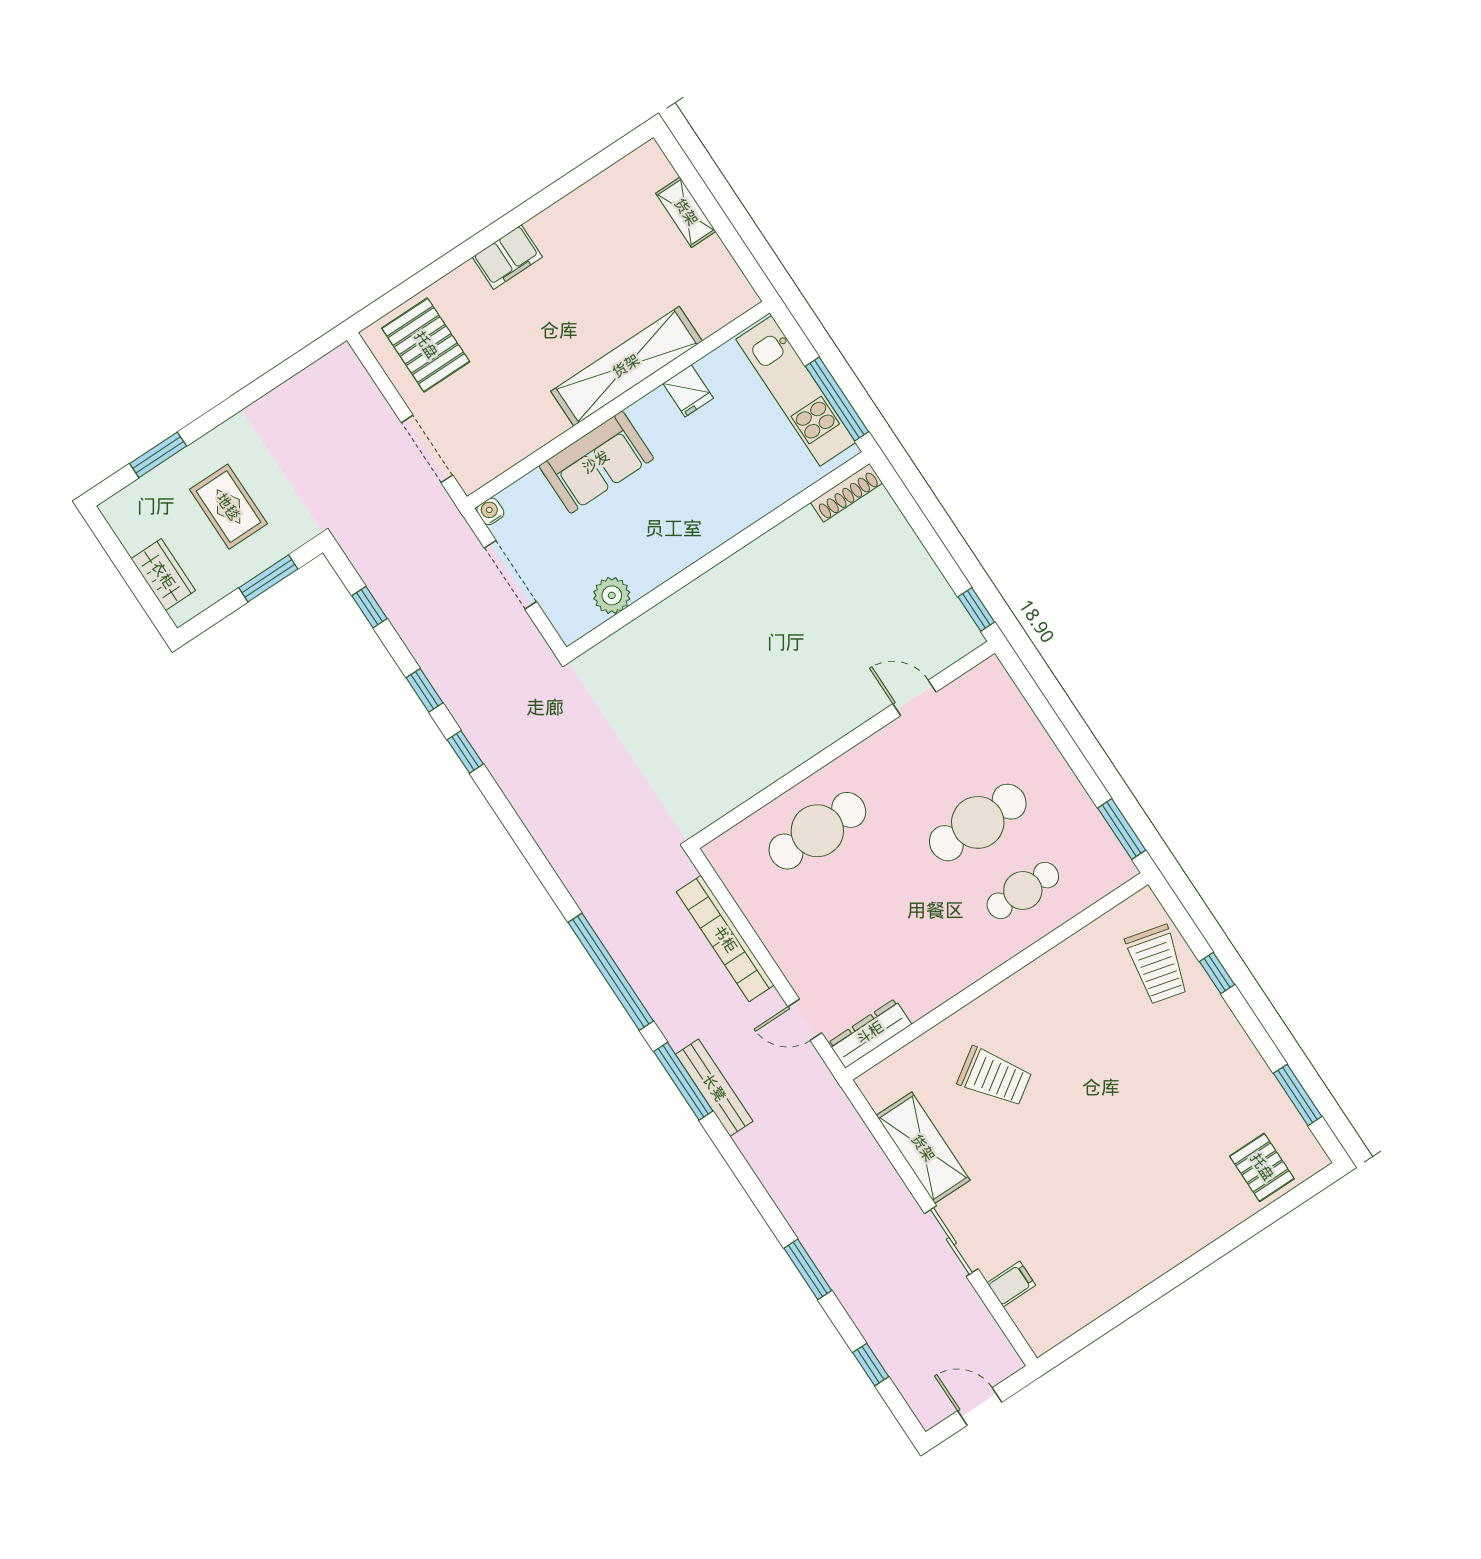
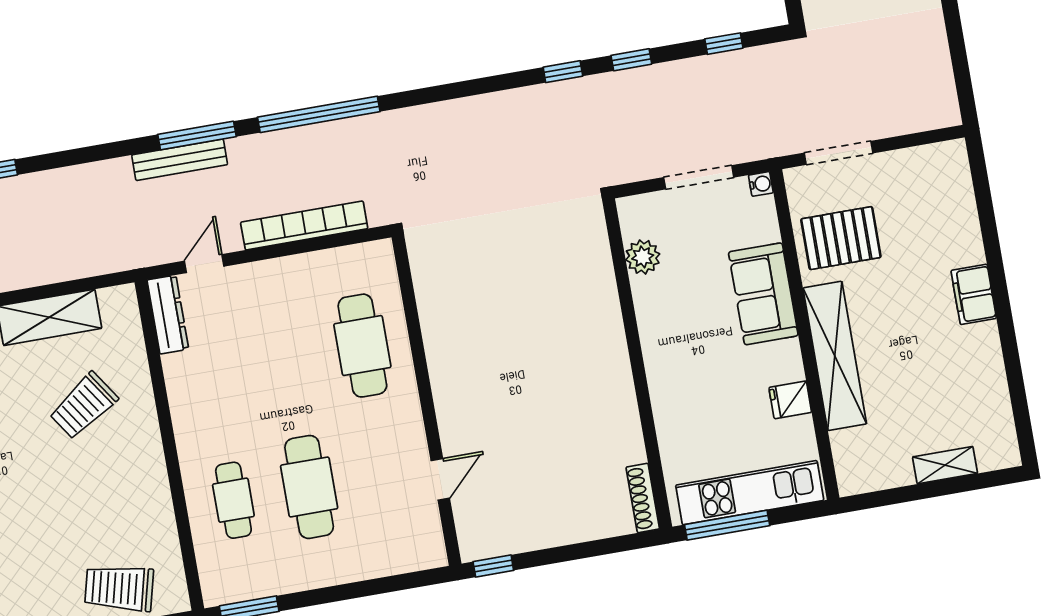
pallet: (426, 345) -> (841, 238), moved

